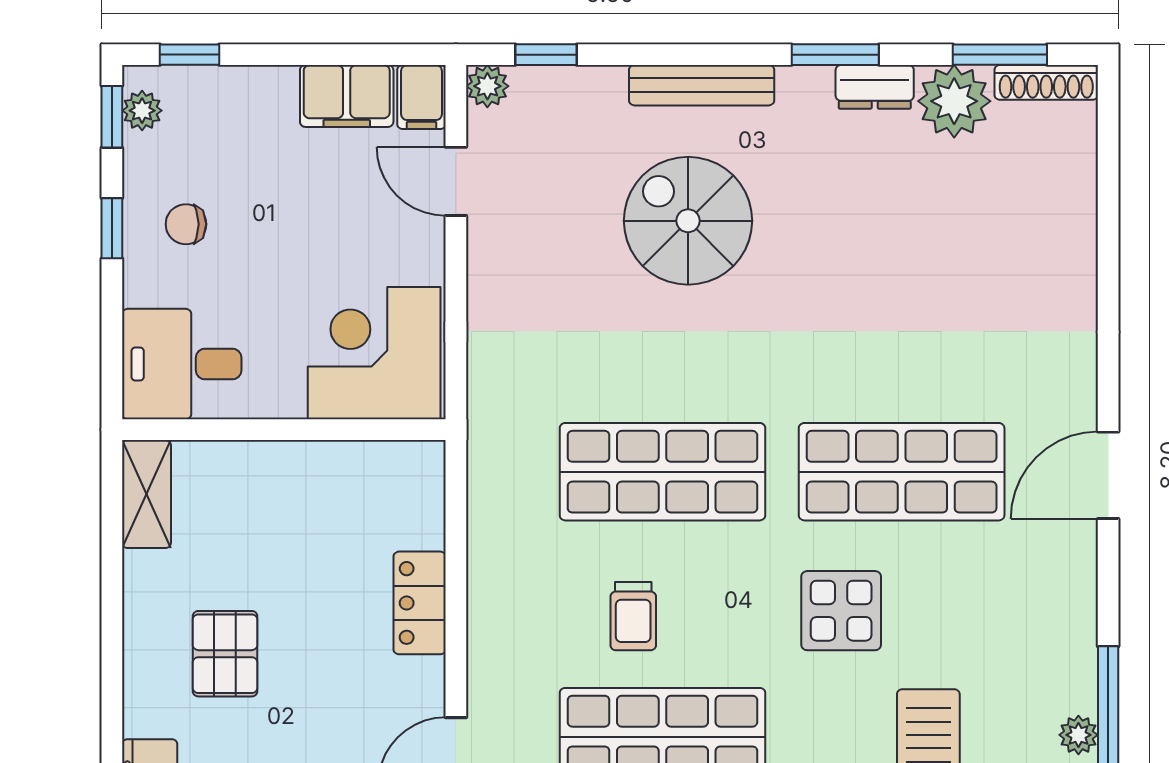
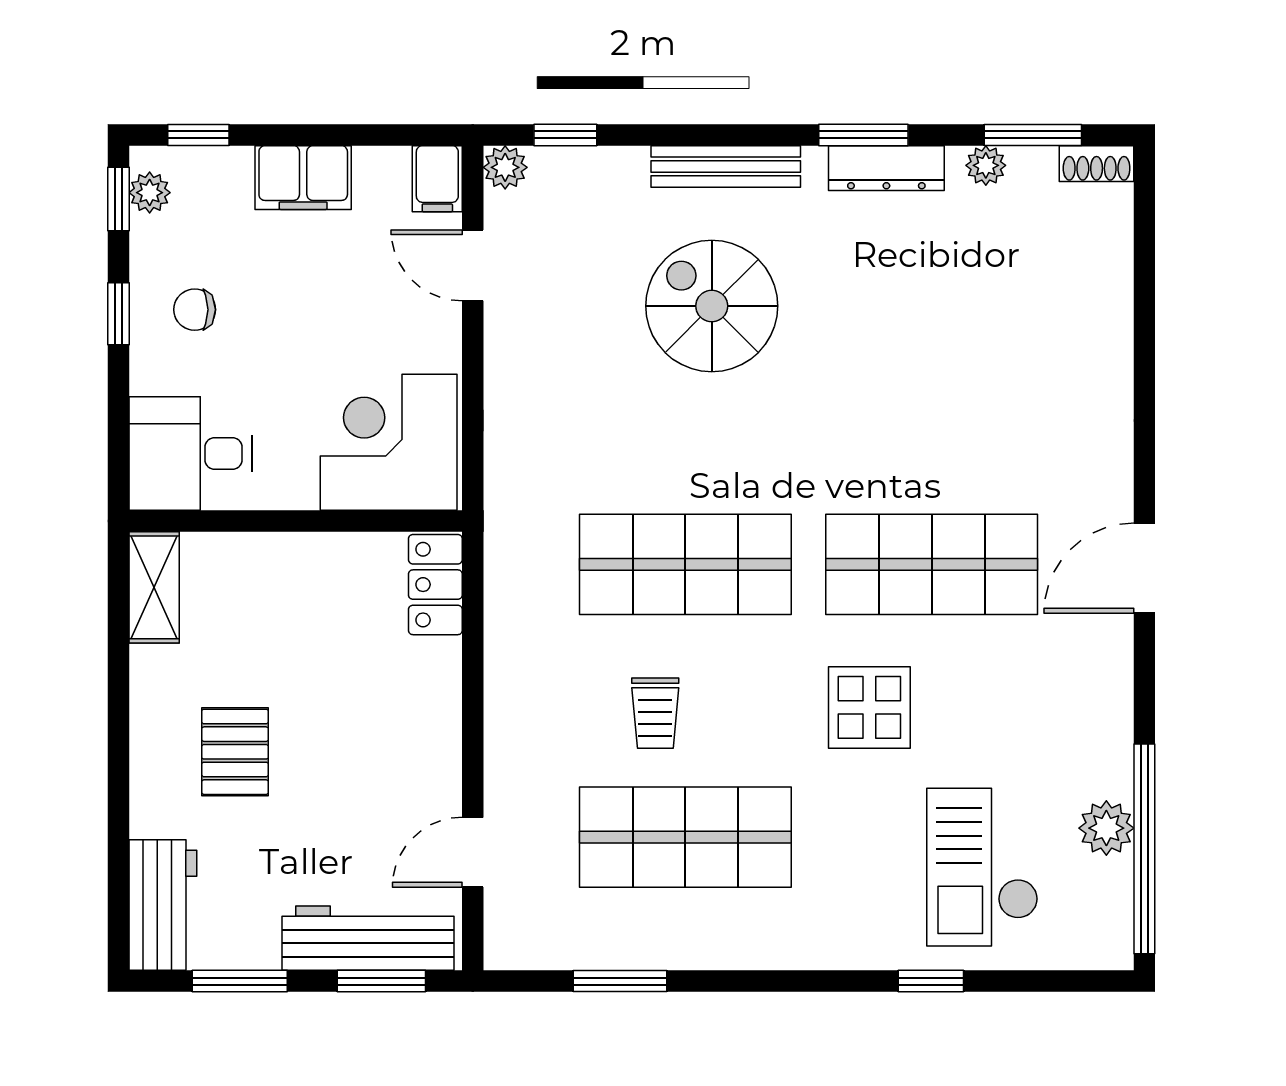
shoe rack: (1046, 82) -> (1097, 164), width x0.70
dresser: (875, 87) -> (886, 168), width x1.44
filing cabinet: (347, 96) -> (303, 178), moved
plant: (954, 101) -> (986, 165), width x0.53, depth x0.53
locker: (420, 603) -> (435, 585), moved
plant: (1078, 735) -> (1106, 828), width x1.38, depth x1.38

